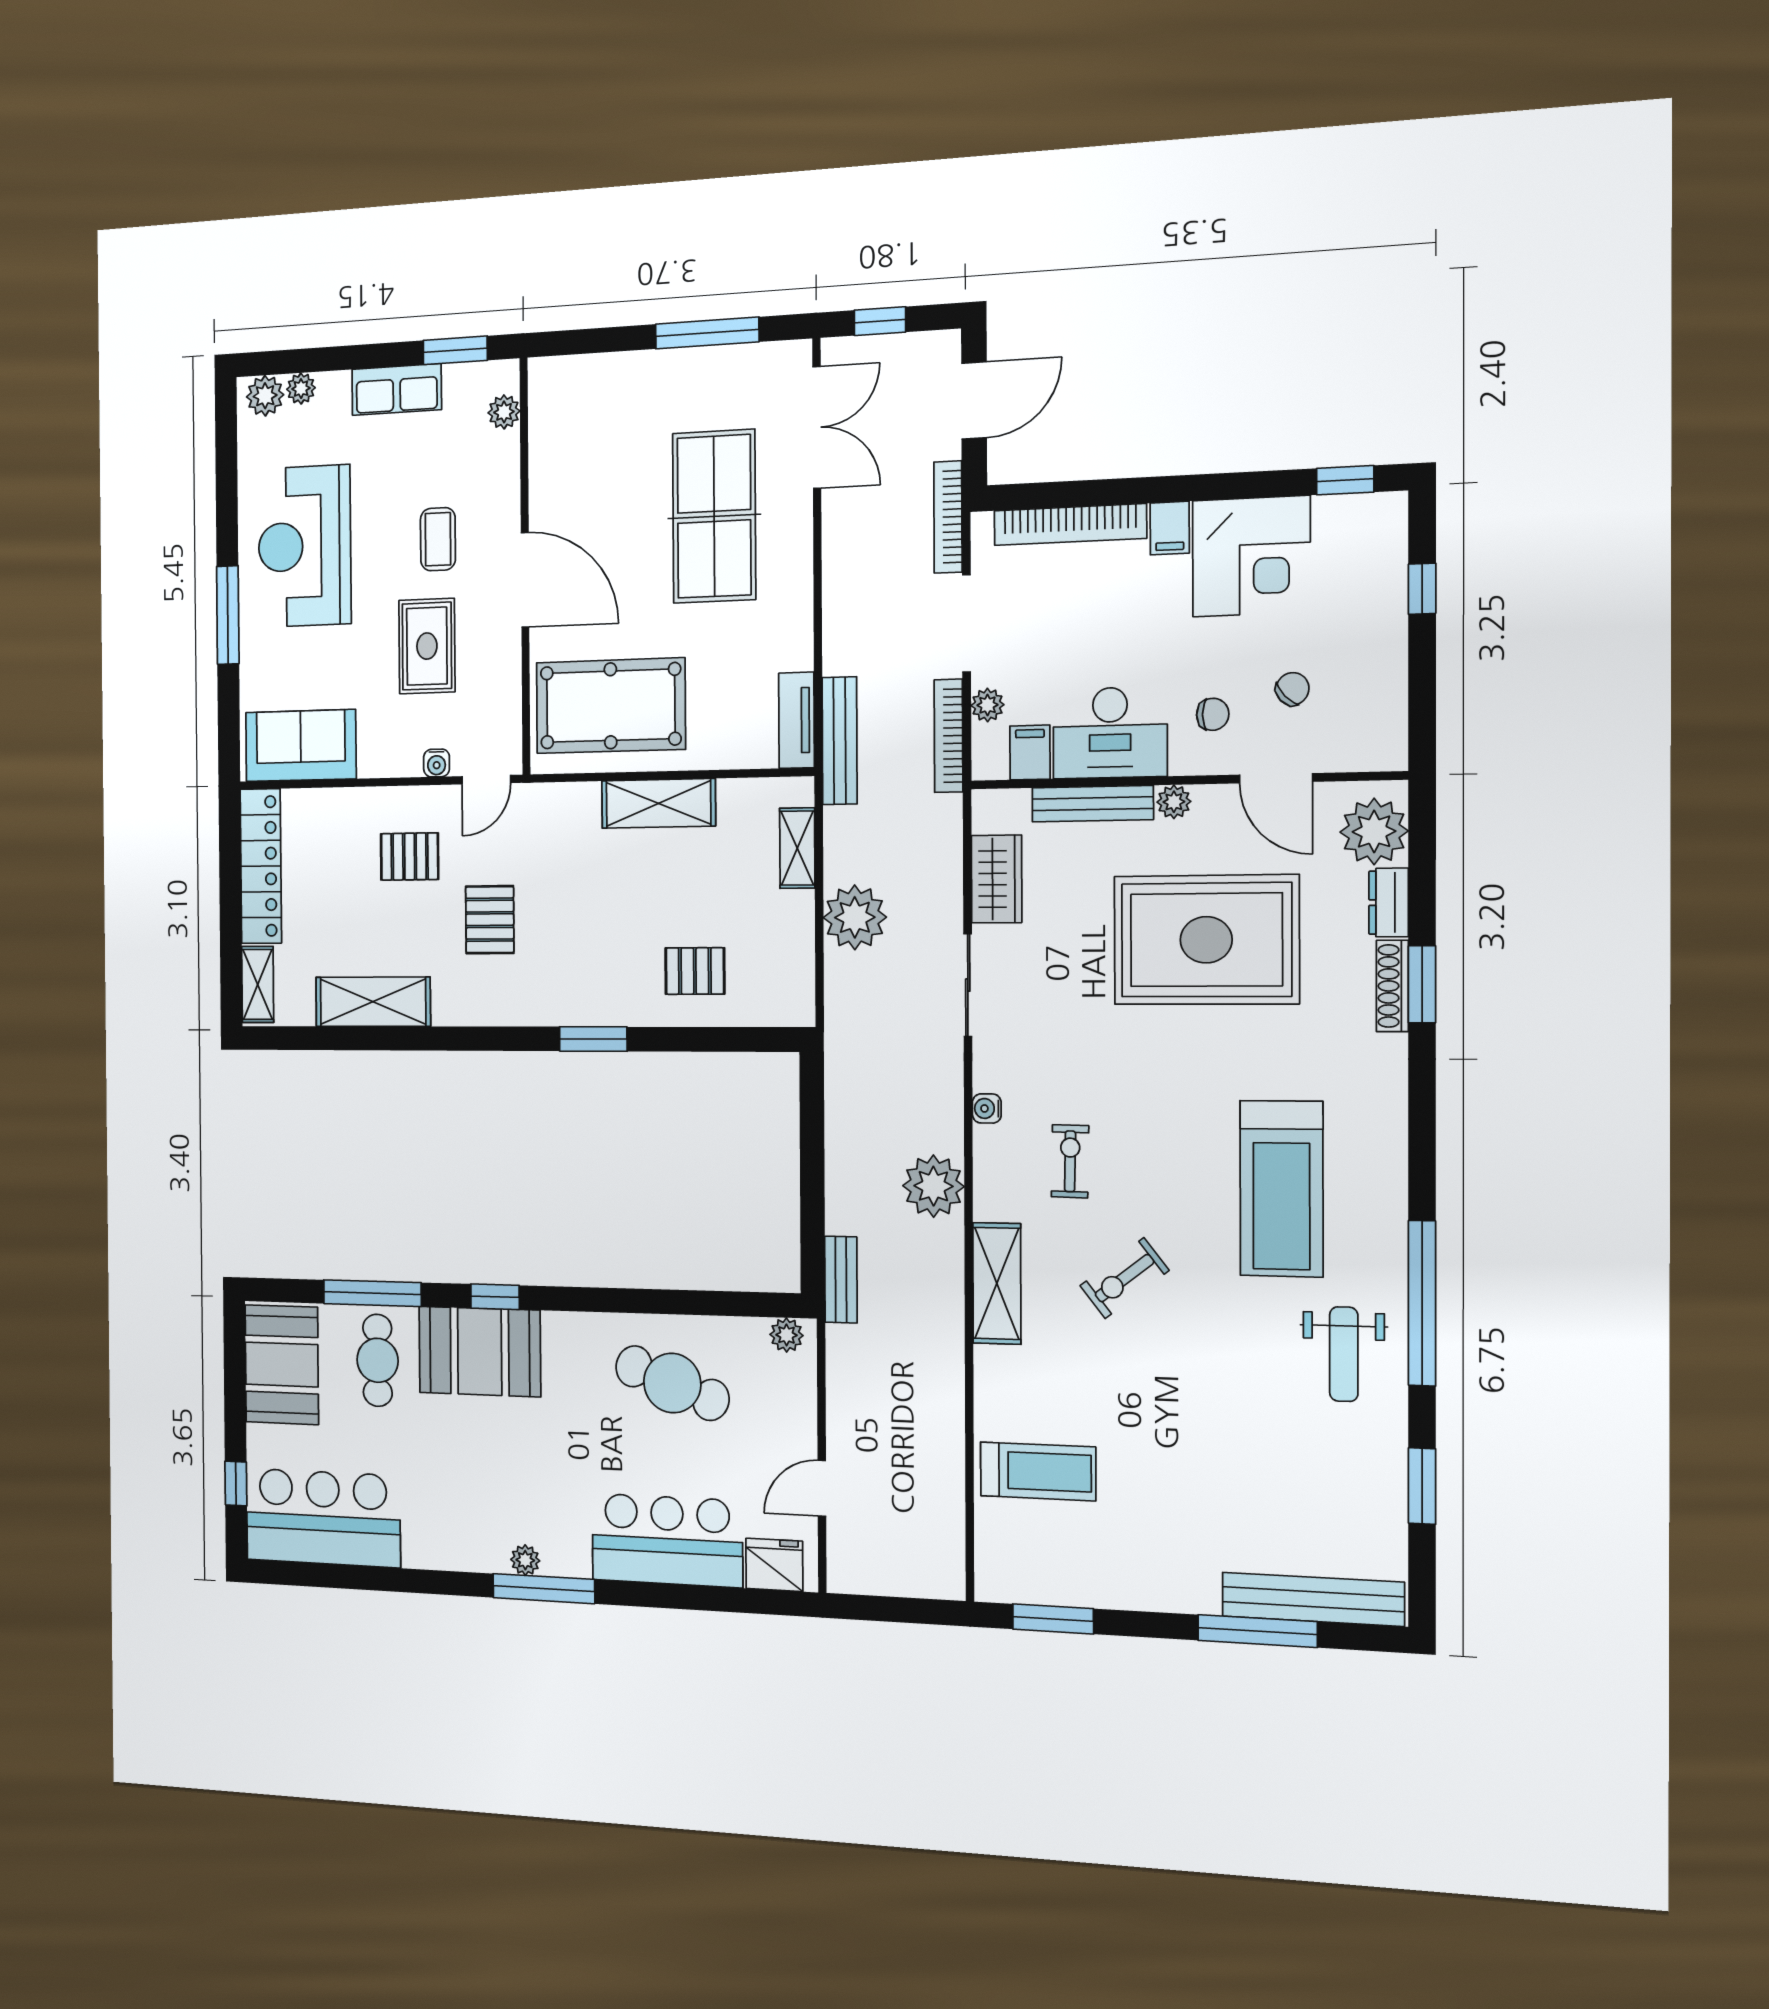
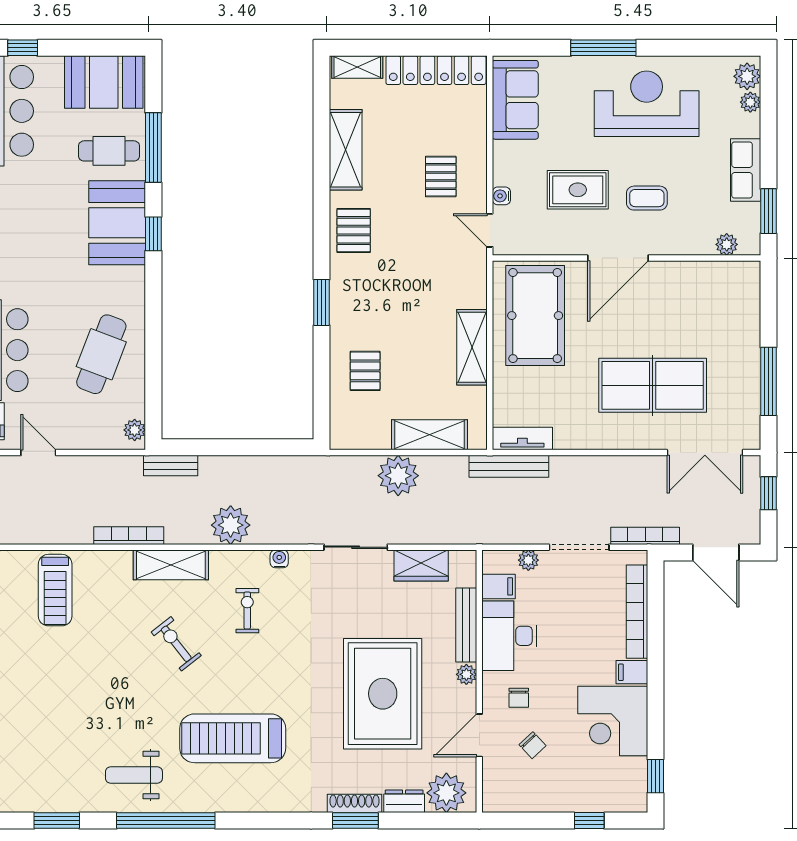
bookcase: (949, 736) -> (129, 536), moved
shelving: (797, 848) -> (430, 435), width x1.50, depth x1.33
pallet: (490, 920) -> (354, 231), moved, turned 90
exercise bike: (1070, 1161) -> (247, 611), turned -91

